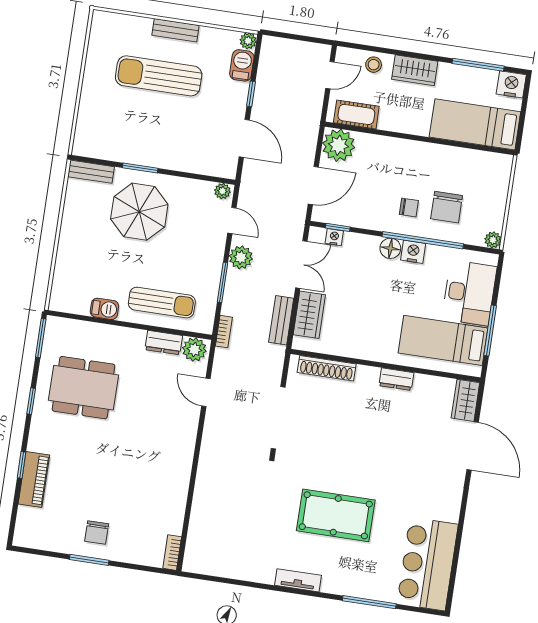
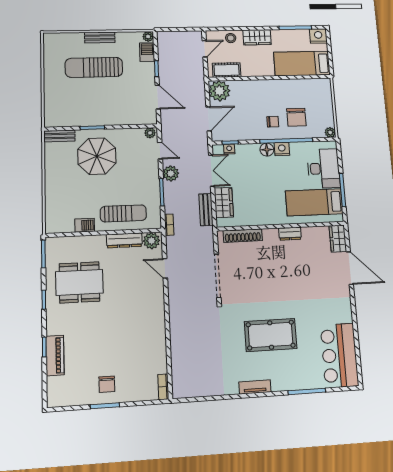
dresser: (164, 343) -> (124, 240), width x1.44

